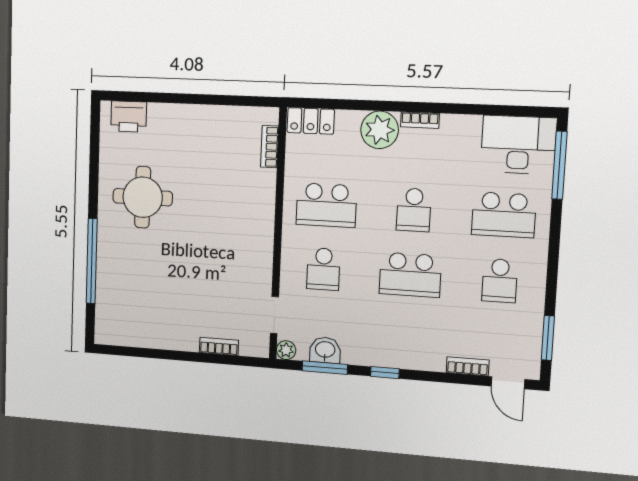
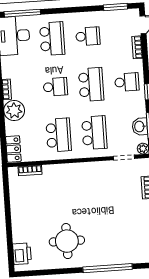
school desk: (323, 269) -> (94, 133), width x1.85
school desk: (407, 339) -> (127, 82), added

